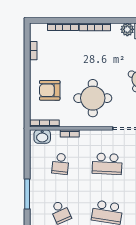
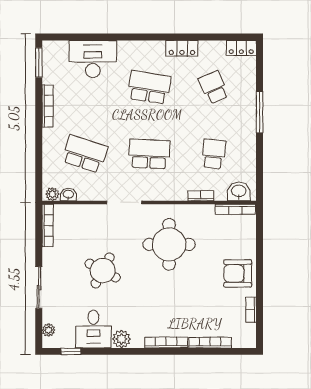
armchair: (50, 90) -> (238, 273), moved, turned 180

